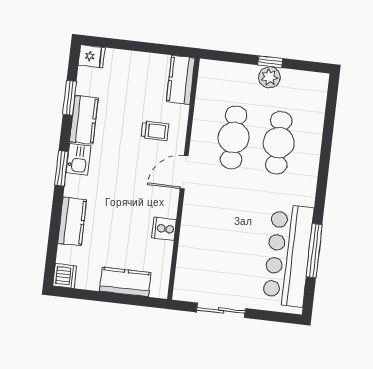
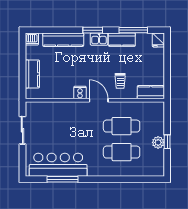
window: (70, 98) -> (133, 30), width x1.44
kitchen counter: (72, 221) -> (63, 40), width x1.50
cooker: (164, 229) -> (80, 92), moved

